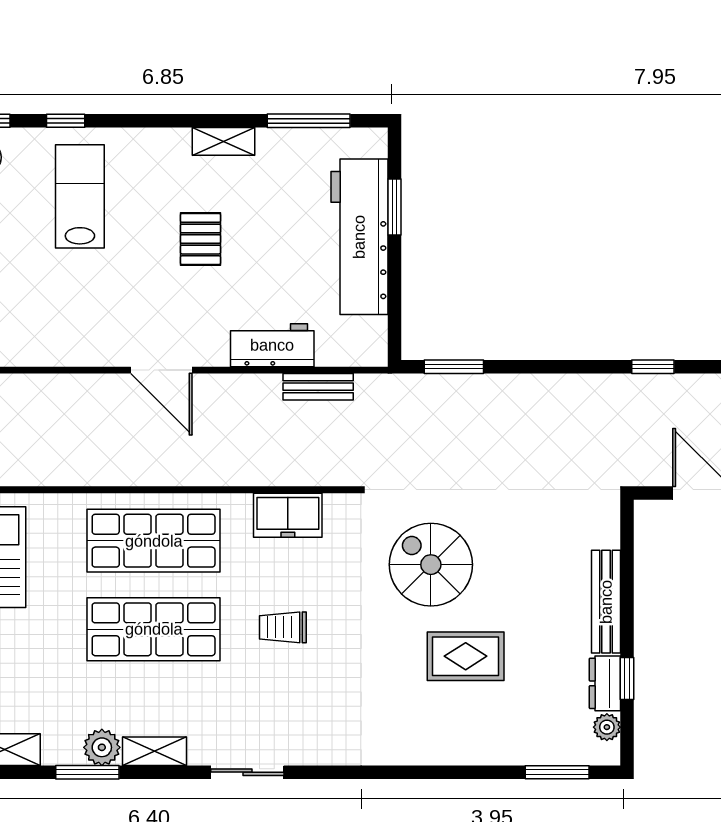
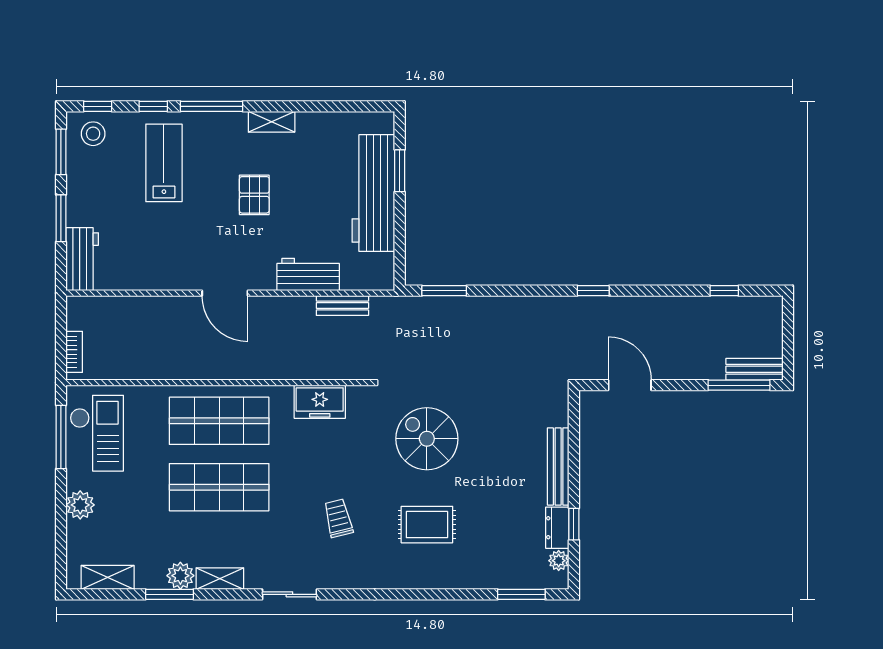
window: (309, 121) -> (211, 106), moved
trolley: (283, 627) -> (338, 518), moved, turned 76
rug: (466, 656) -> (427, 525), moved

